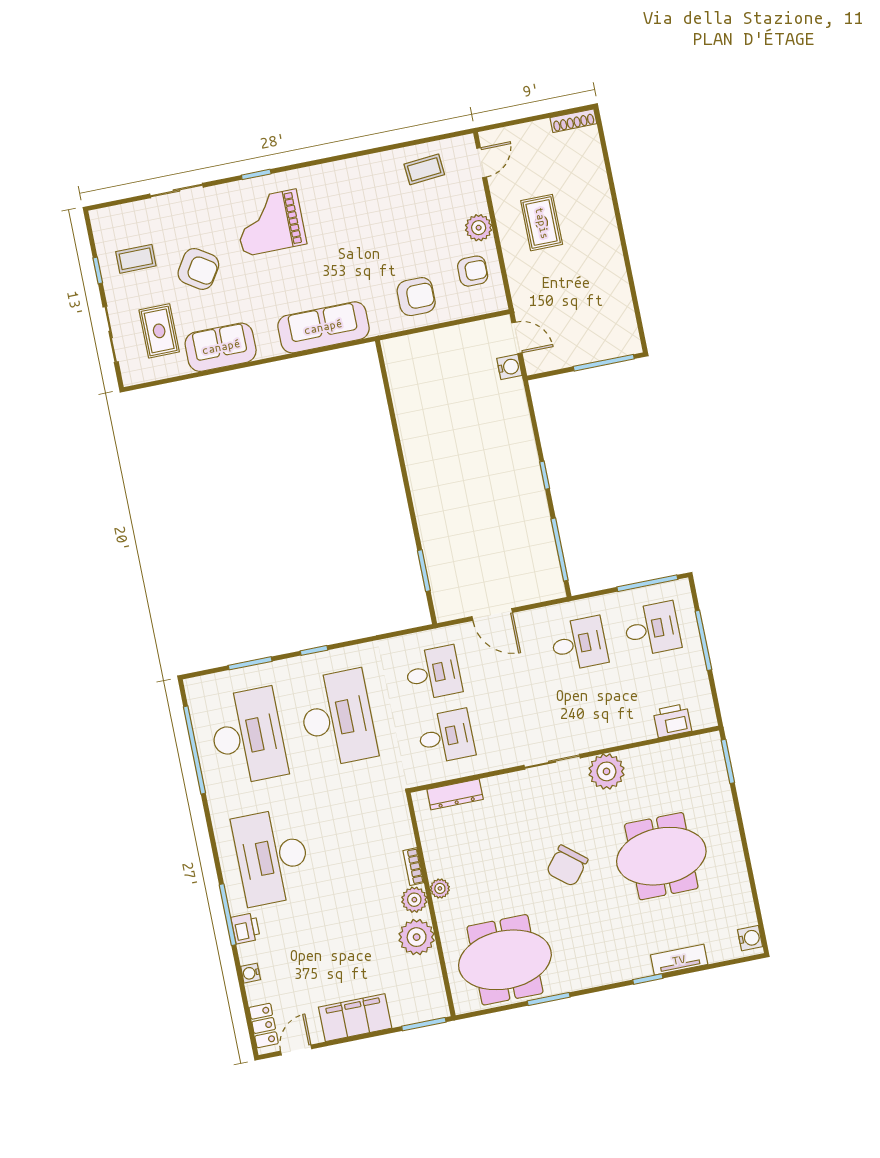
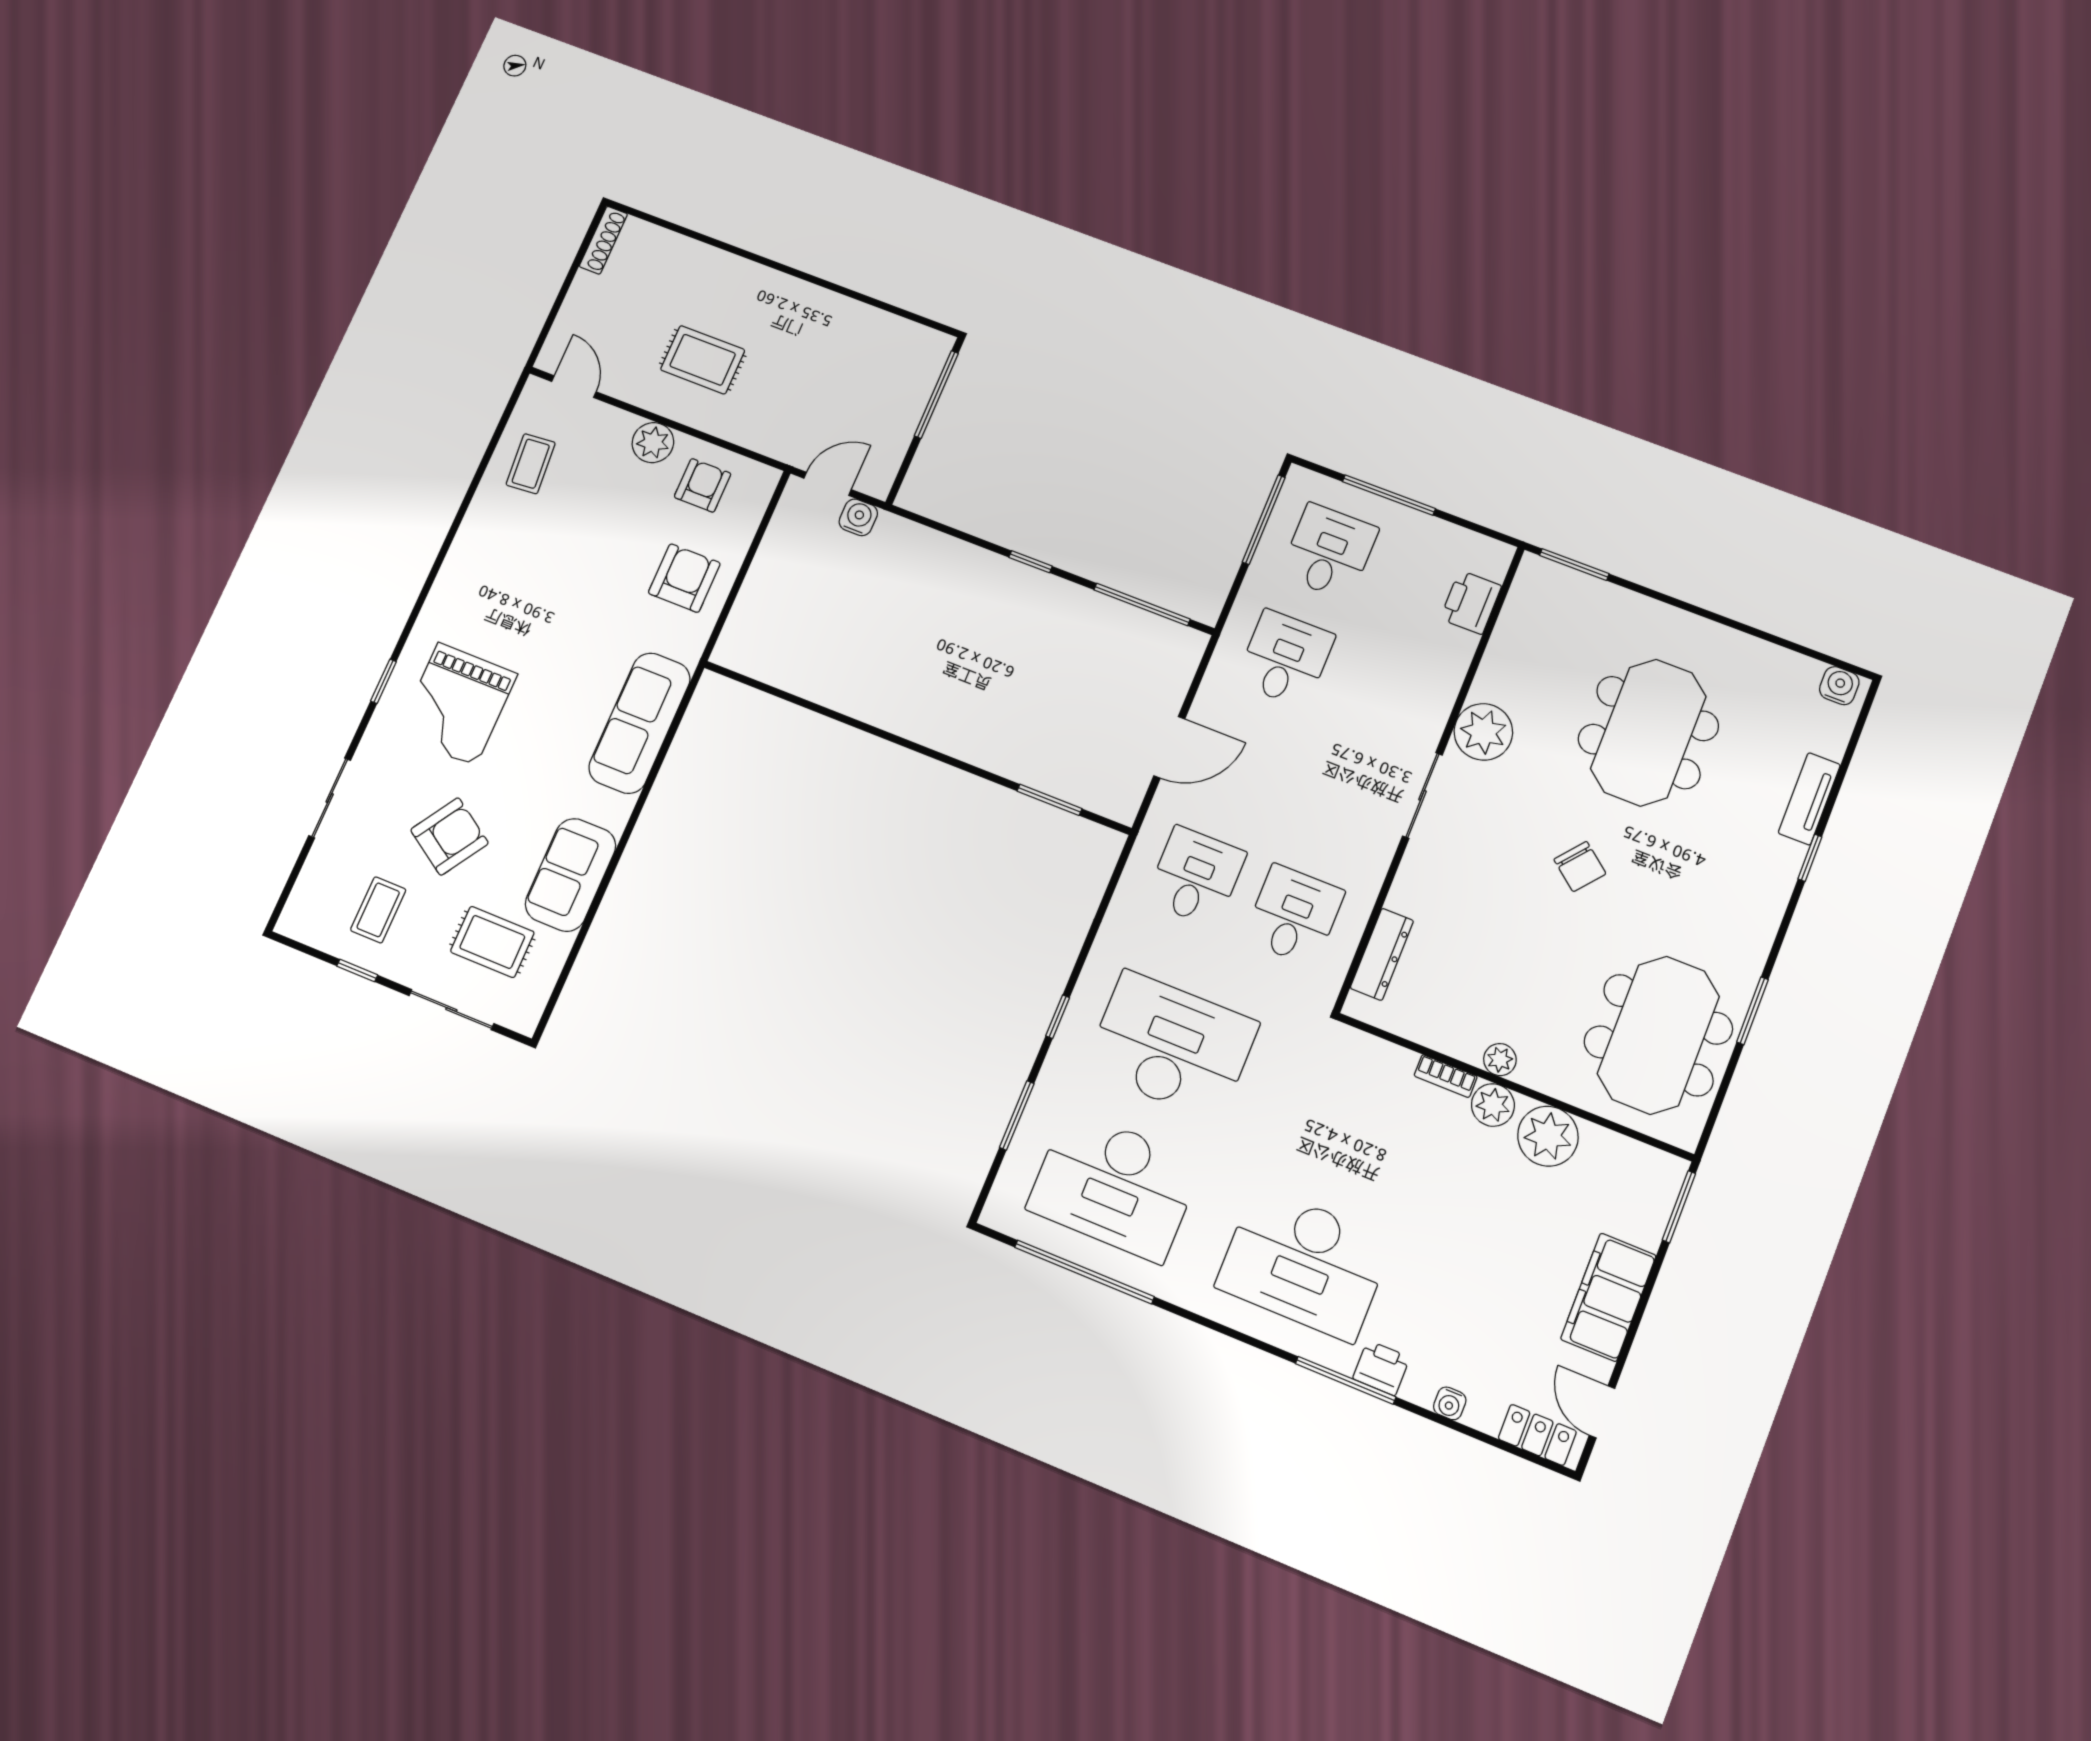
desk: (248, 736) -> (1114, 1186), turned 180
chair: (567, 866) -> (1580, 867), width x0.73, depth x0.73

